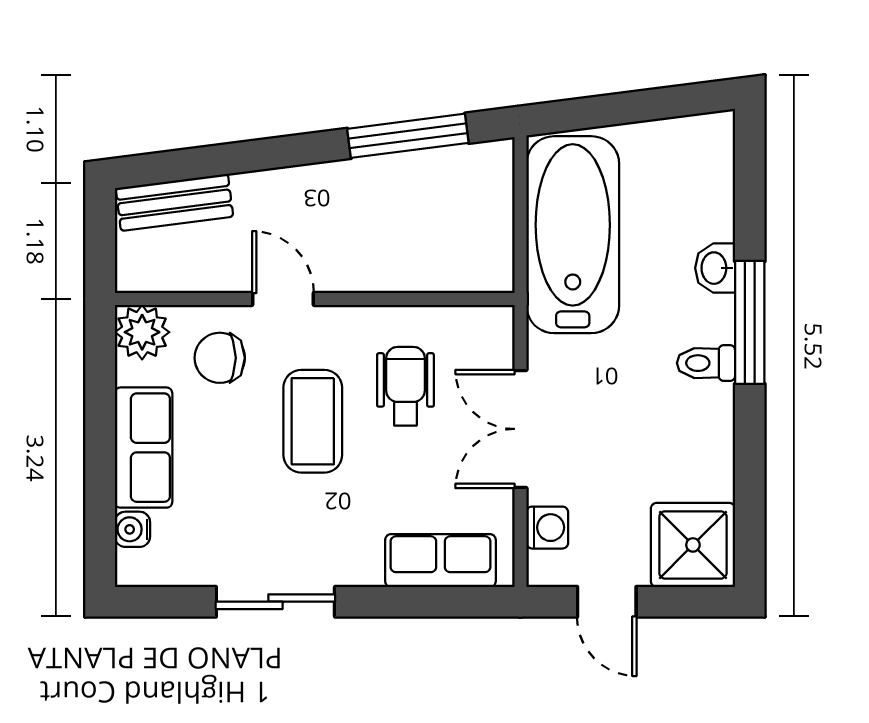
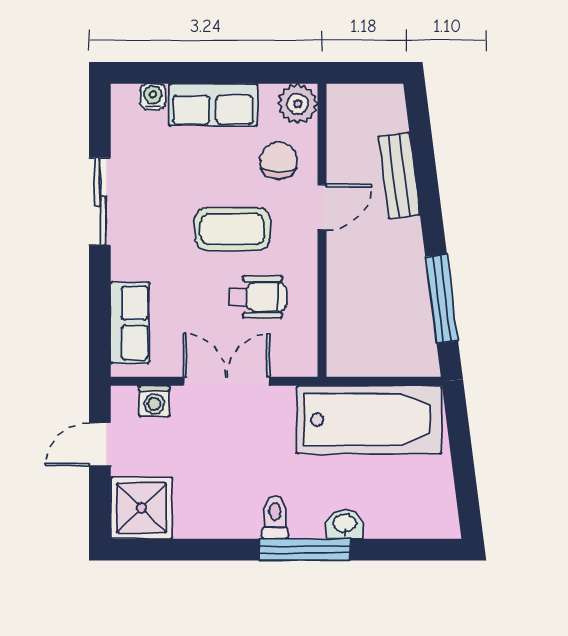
bench: (174, 202) -> (399, 176), moved

